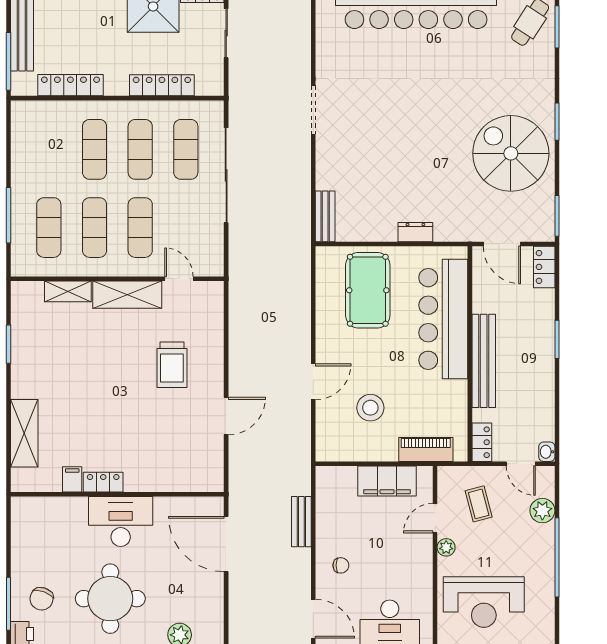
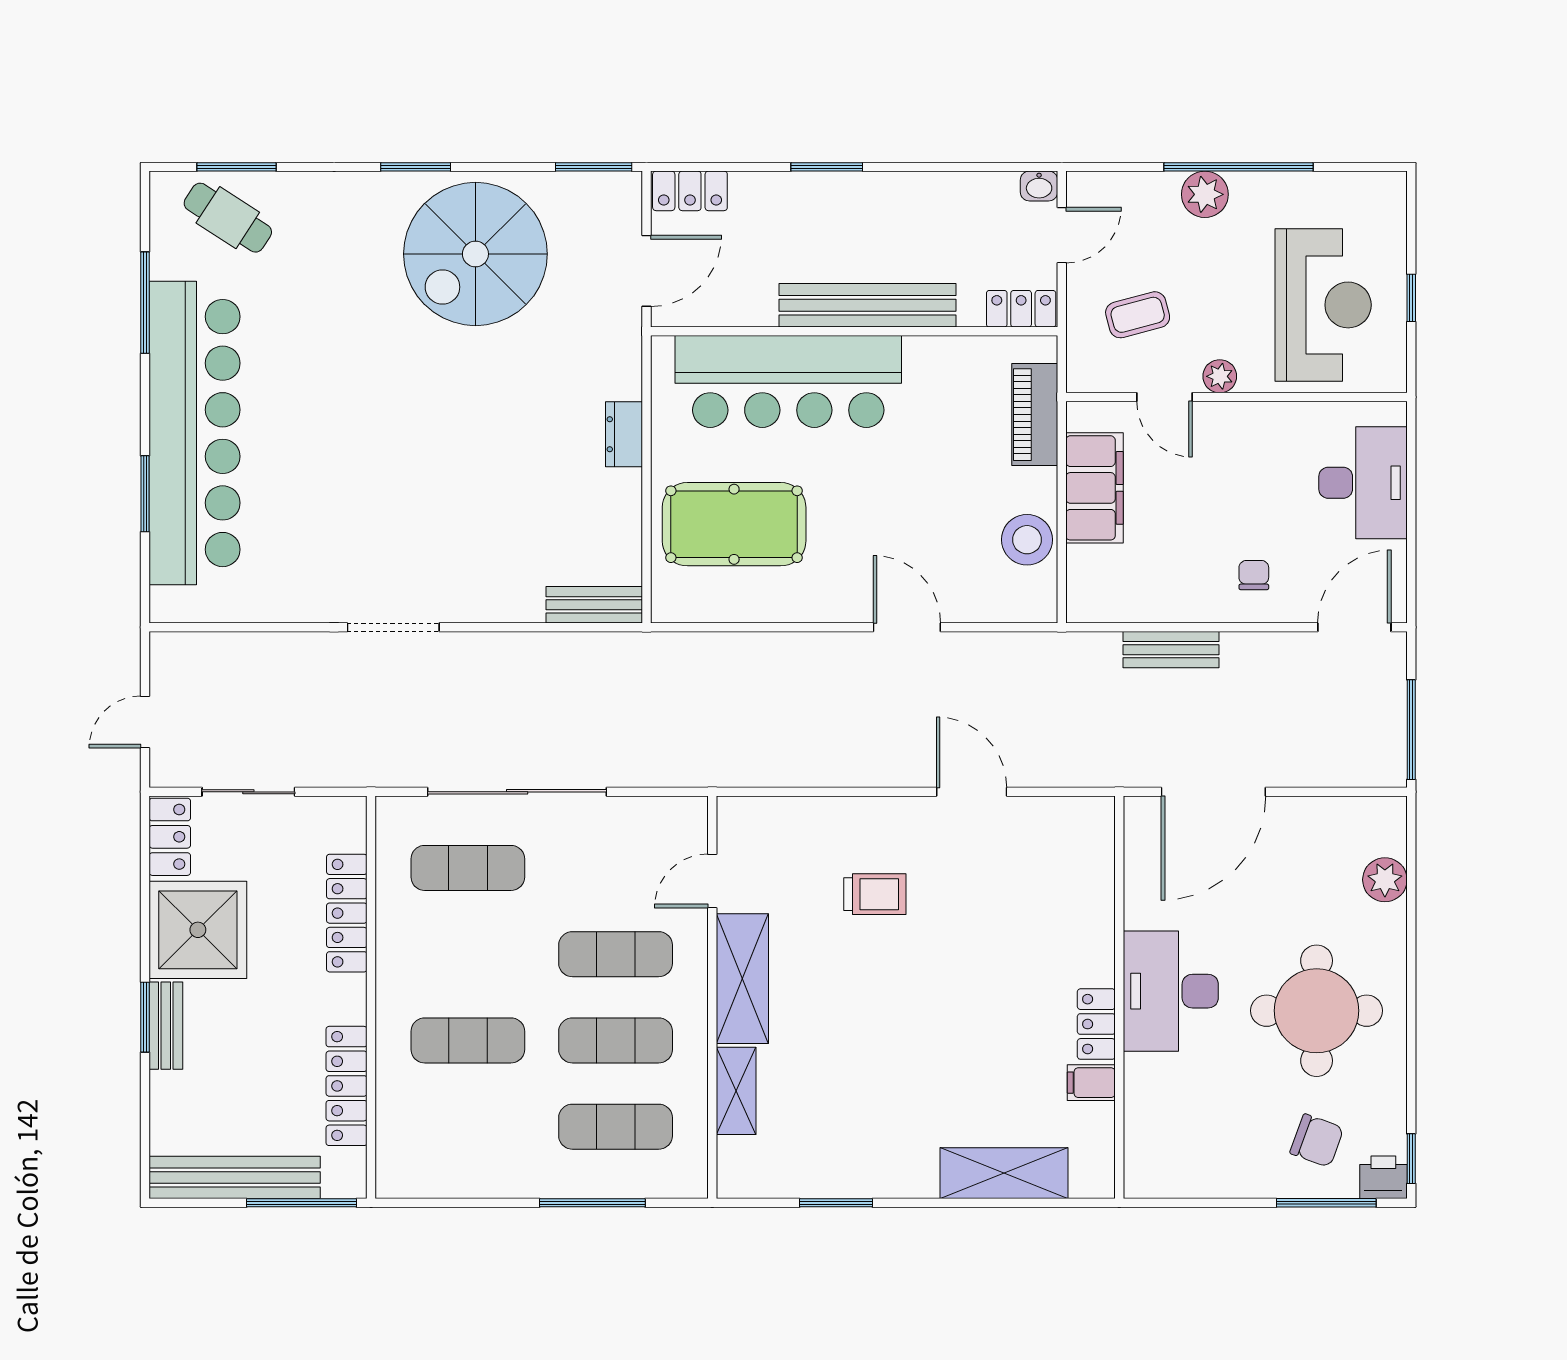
exercise mat: (140, 149) -> (468, 954), removed
trolley: (172, 365) -> (875, 894), width x0.73, depth x0.72
stool: (370, 408) -> (1027, 540), moved
plant: (542, 511) -> (1205, 194), moved

